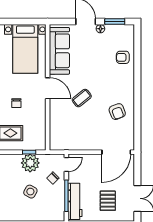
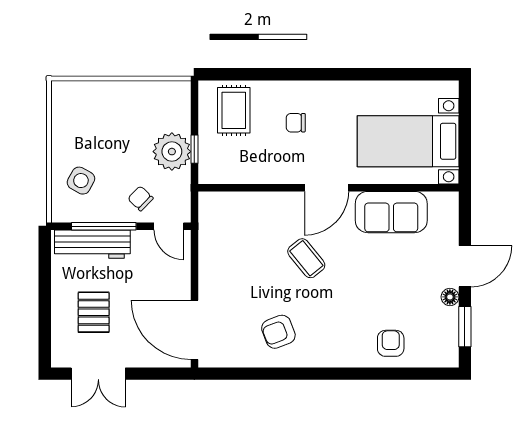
sofa: (59, 51) -> (391, 212), width x0.73
side table: (30, 192) -> (81, 181), moved
pallet: (108, 201) -> (94, 312), turned 90

